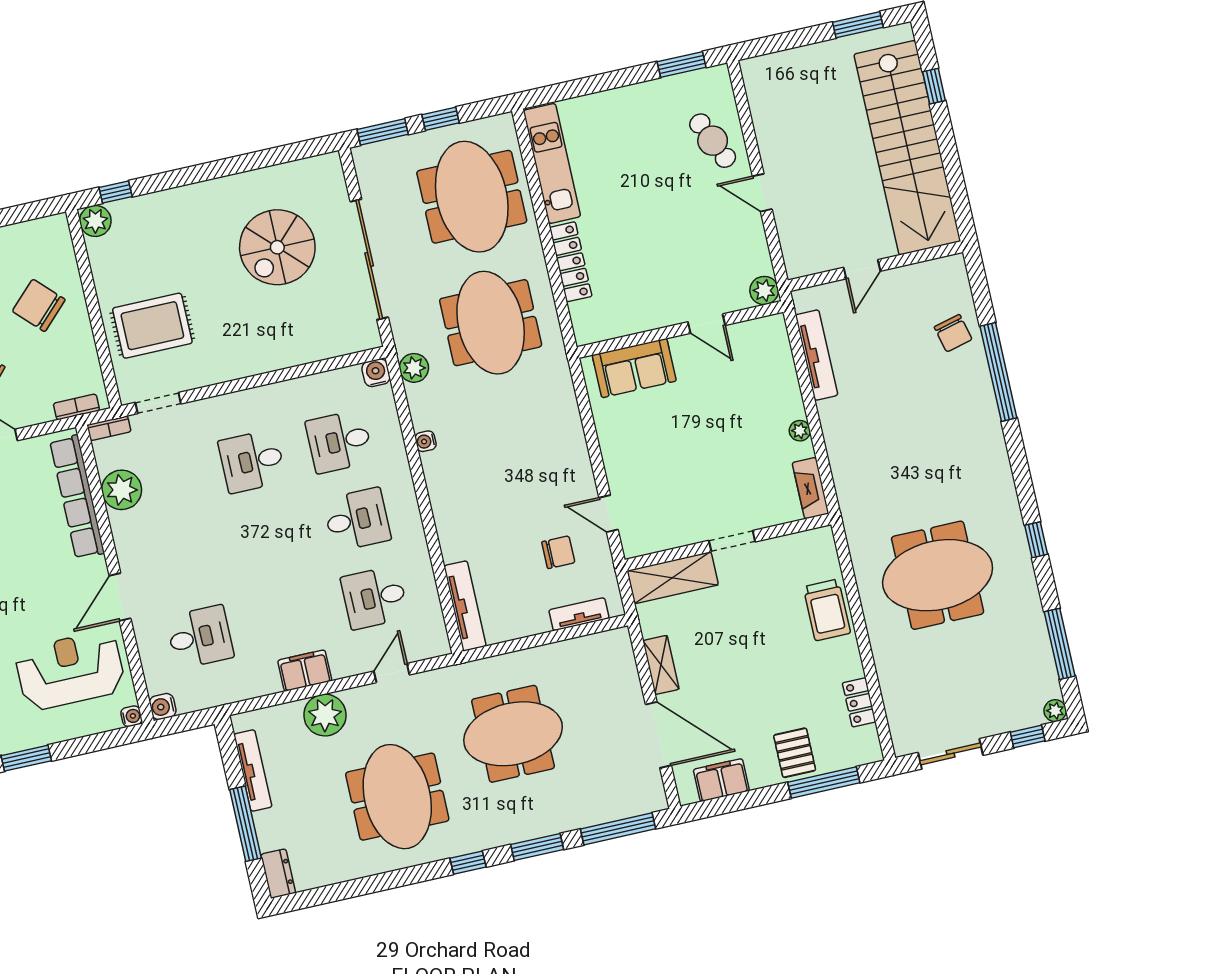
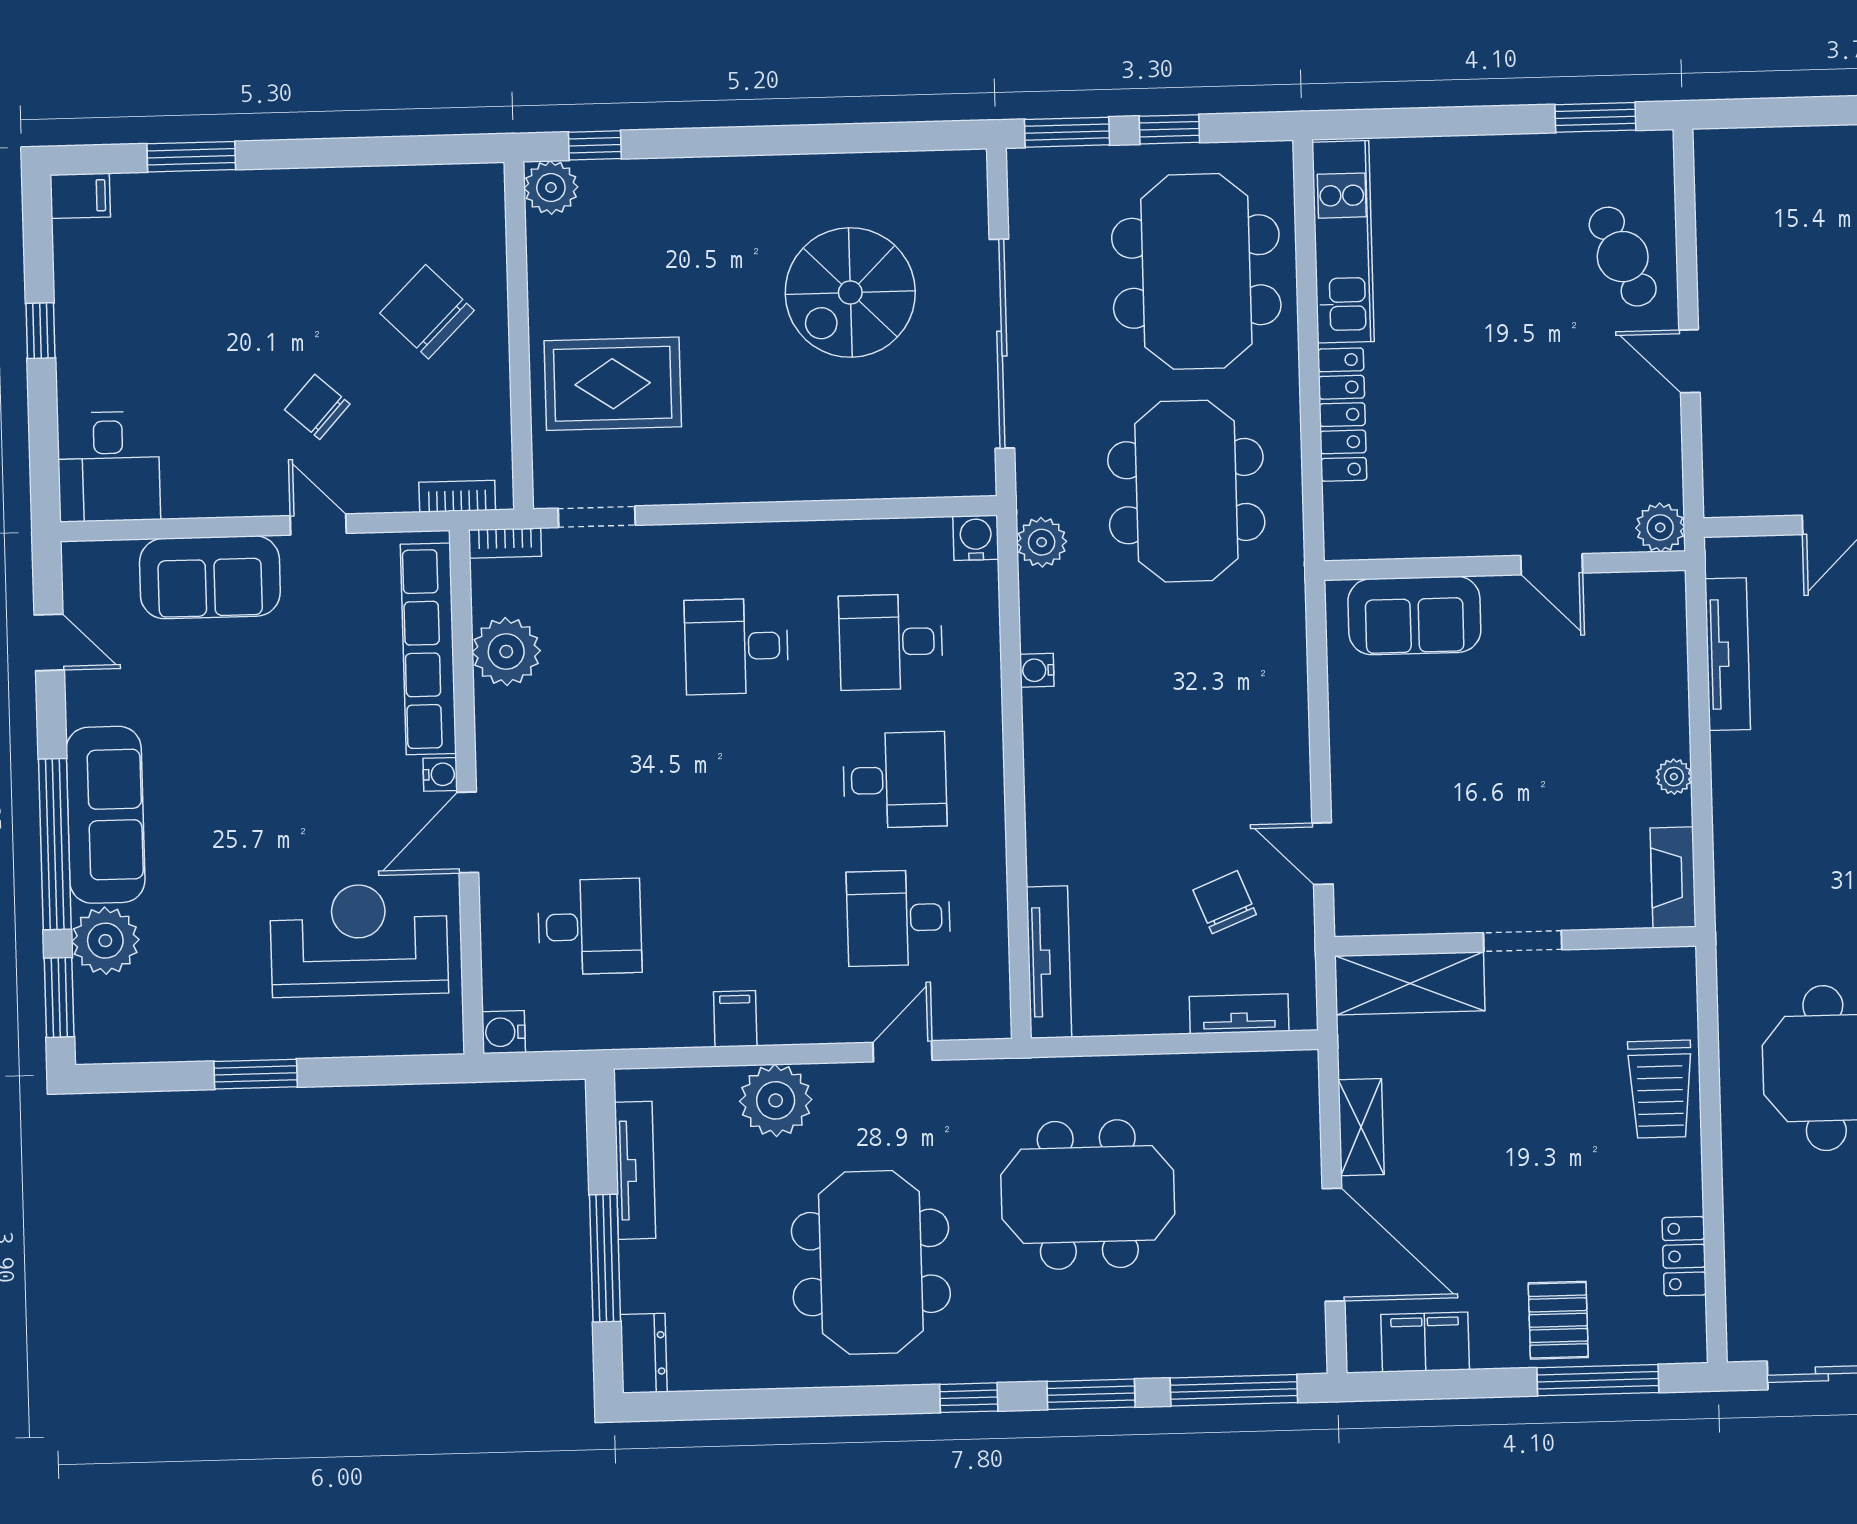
chair: (558, 552) -> (1225, 902), turned -112
filing cabinet: (305, 671) -> (735, 1019), width x0.50
water cooler: (131, 716) -> (440, 774), moved

